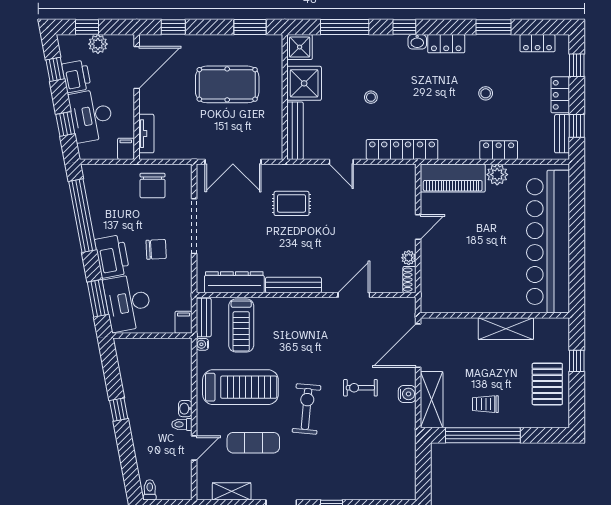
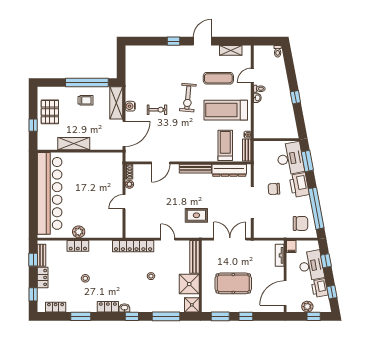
window: (173, 27) -> (246, 316), moved
piano: (453, 178) -> (104, 230), removed
chair: (153, 186) -> (300, 223), moved, turned 90
filing cabinet: (183, 322) -> (258, 147), removed

